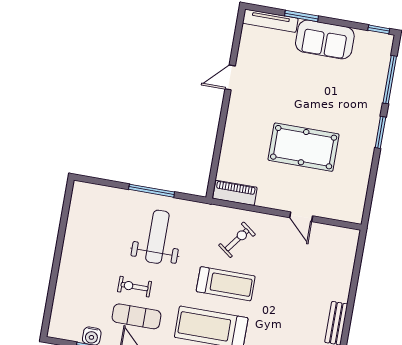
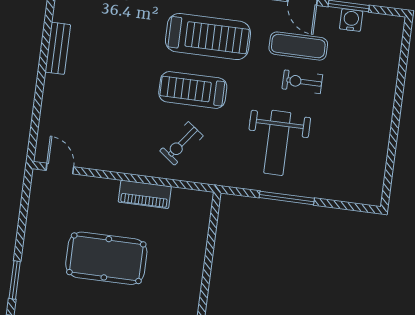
piano: (235, 193) -> (145, 194), moved
door: (301, 217) -> (60, 169), moved
exercise bike: (134, 287) -> (302, 82), turned 180

